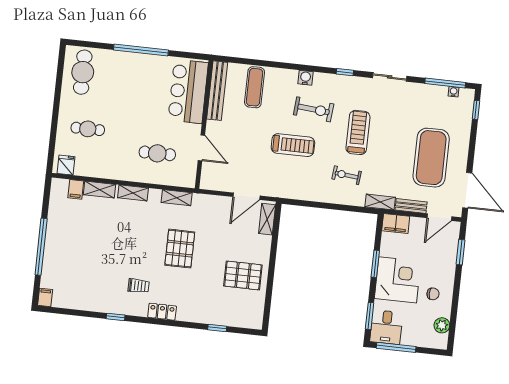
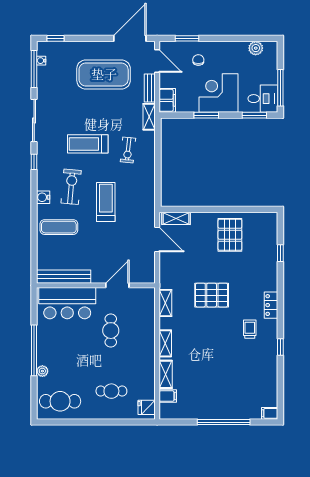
plant: (118, 57) -> (42, 371), added
sliding door: (390, 77) -> (34, 120), width x1.37
exercise mat: (255, 87) -> (59, 227), moved
cafe table: (88, 129) -> (111, 391), turned 90
cafe table: (157, 153) -> (111, 331), moved
chair: (433, 294) -> (198, 60), moved

